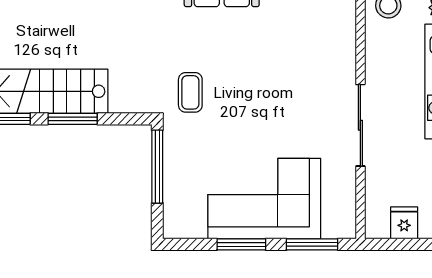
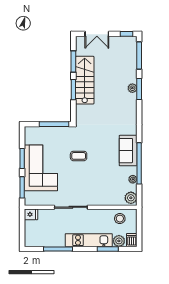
coffee table: (190, 92) -> (79, 156), moved
fridge: (404, 223) -> (31, 214), moved

